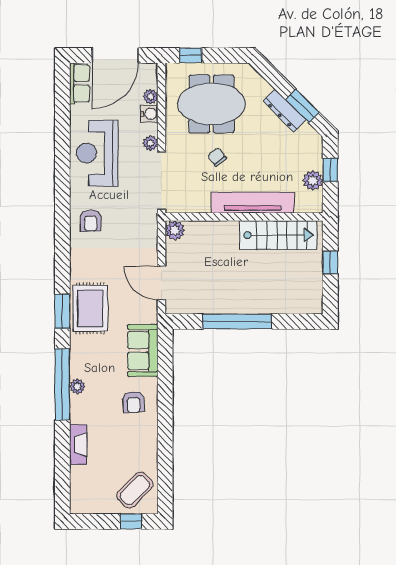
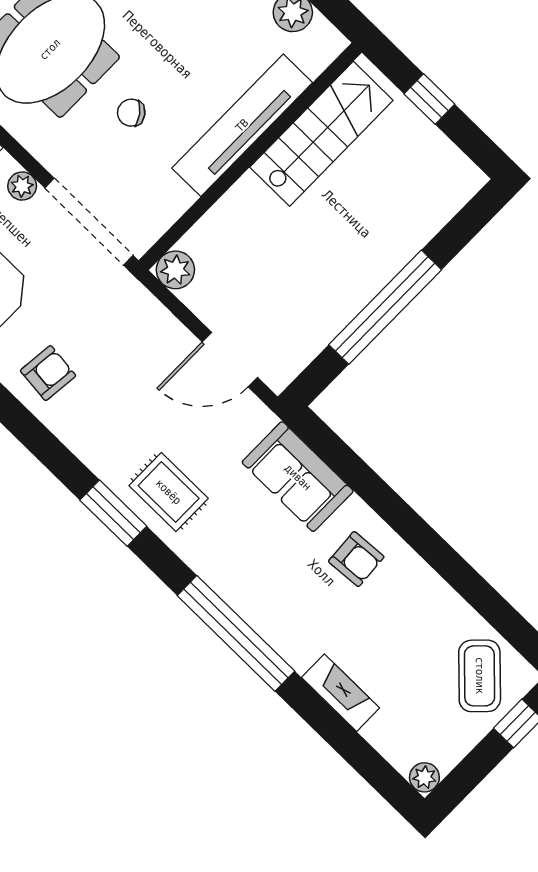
armchair: (91, 221) -> (48, 373), turned -84
rug: (90, 308) -> (169, 492), width x0.73, depth x0.70
window: (62, 311) -> (113, 513), moved
plant: (77, 386) -> (424, 777), moved

